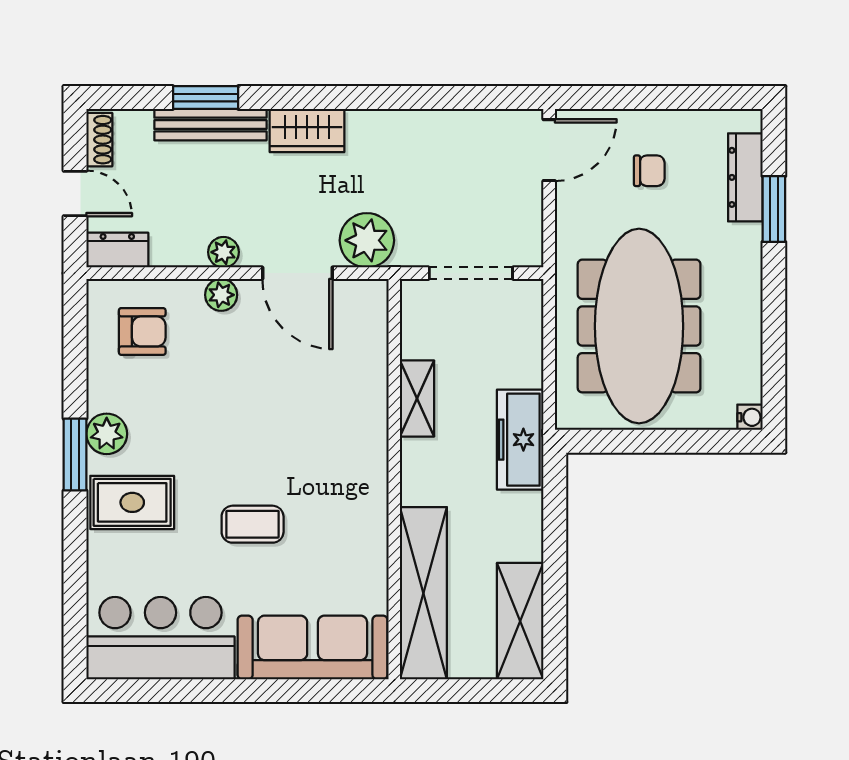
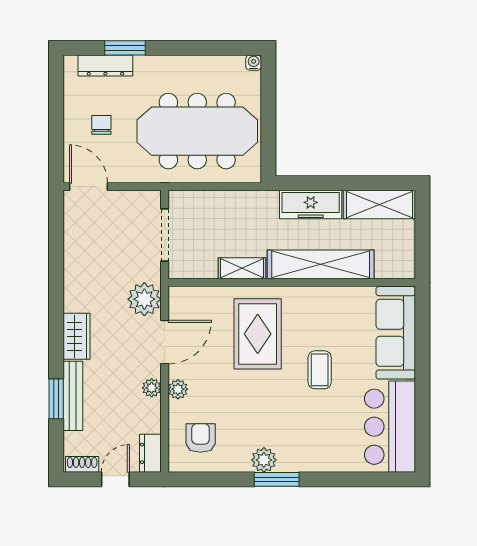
freezer: (520, 440) -> (311, 205), moved
rug: (132, 502) -> (258, 334), moved, width x1.36, depth x1.43
shelving: (423, 593) -> (321, 264), moved

